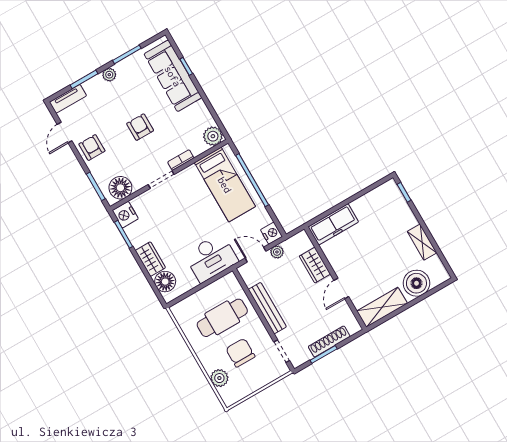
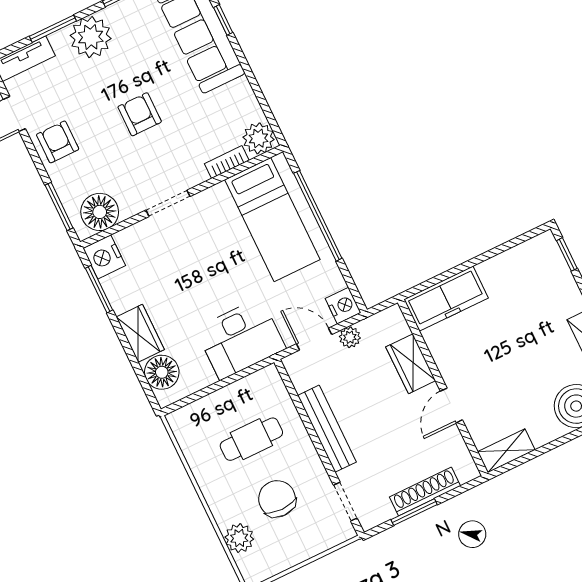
plant: (109, 75) -> (91, 37), width x1.87, depth x1.87
bookcase: (181, 160) -> (227, 162), moved
shelving: (382, 307) -> (506, 451), width x0.67, depth x0.75
cafe table: (222, 318) -> (251, 439), width x0.73, depth x0.74

